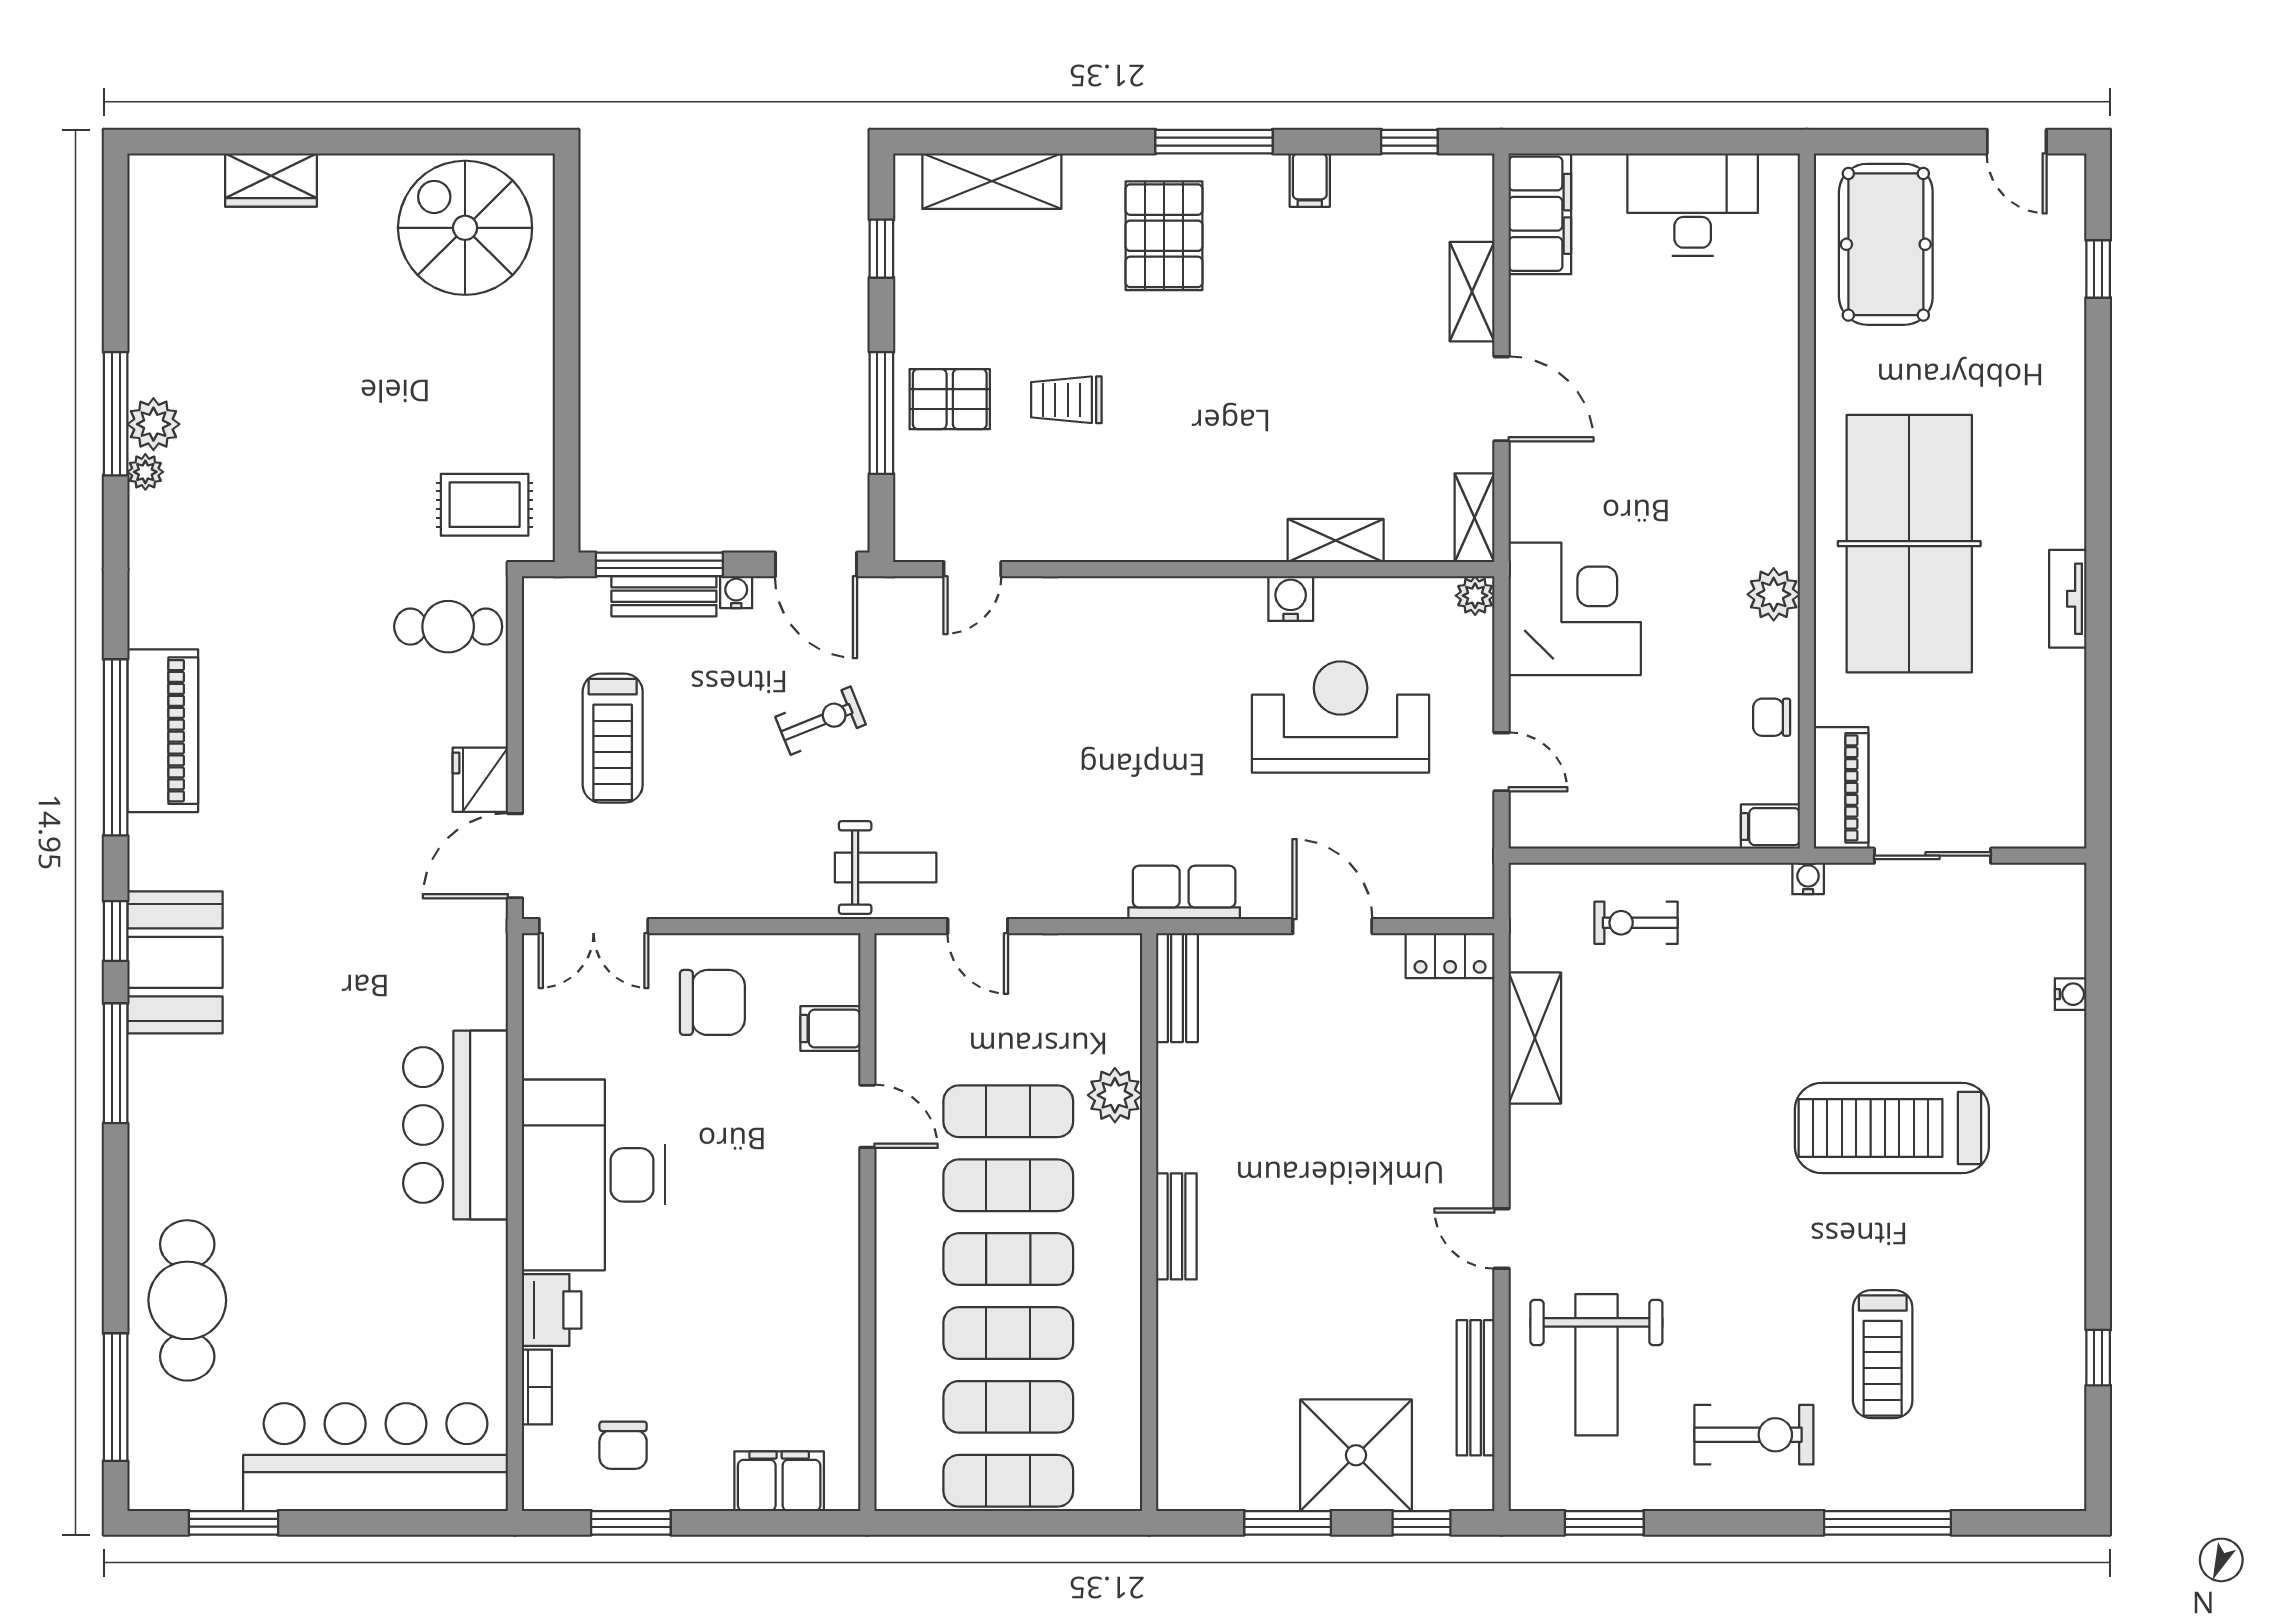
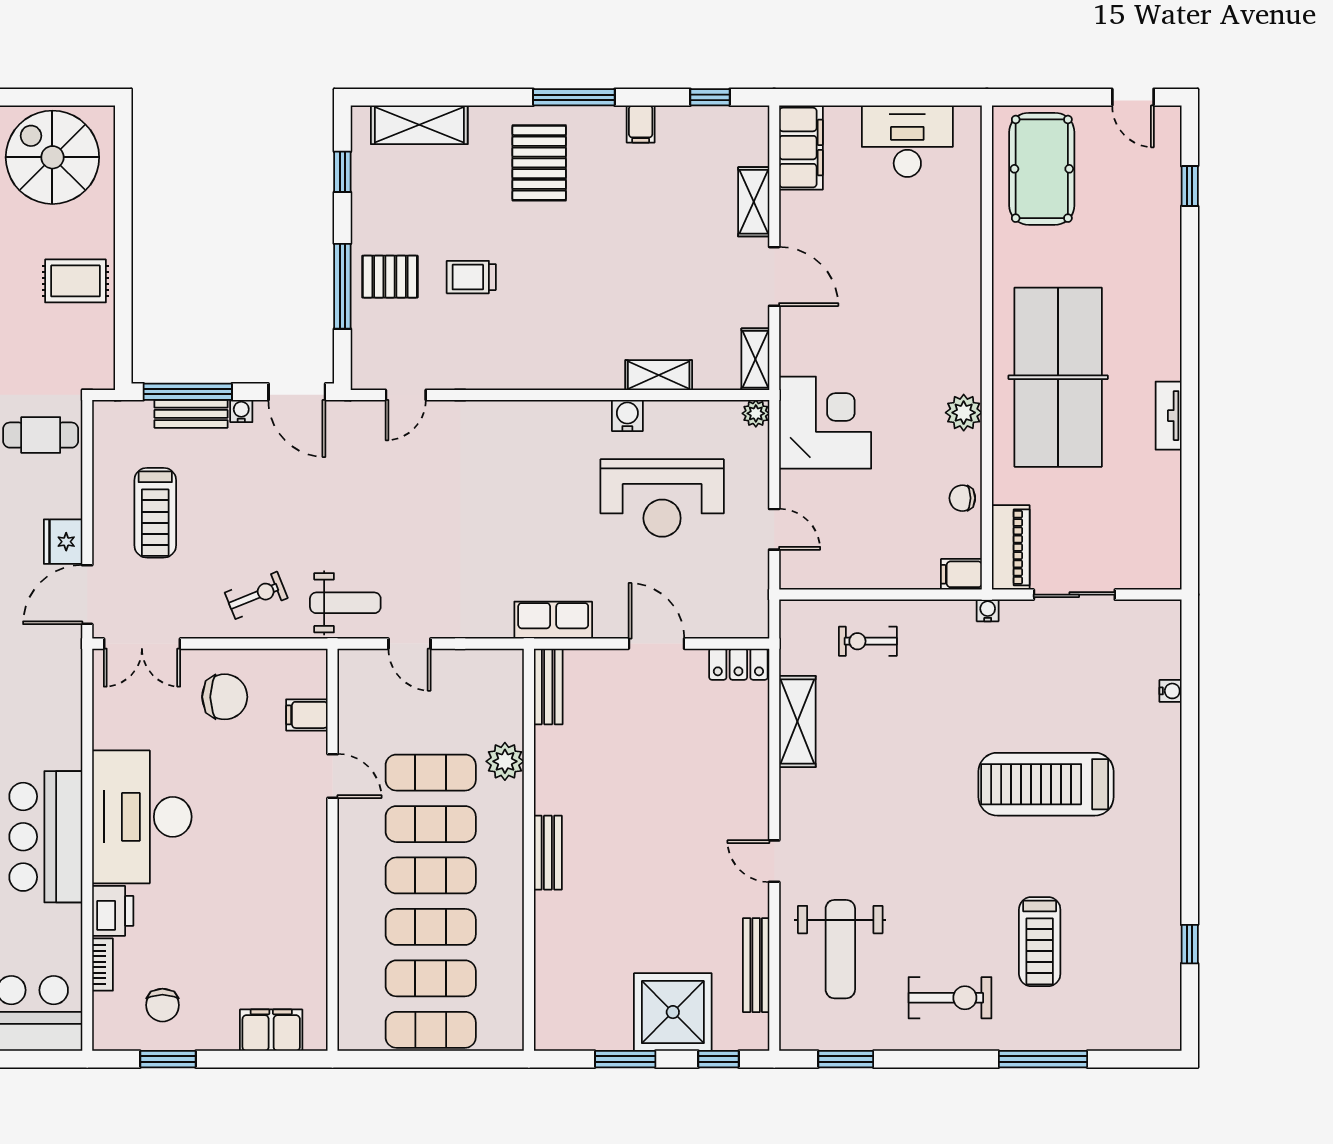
rug: (485, 505) -> (75, 281), moved
reception desk: (1341, 717) -> (662, 498), turned 180
exercise bike: (821, 721) -> (256, 595), moved
bar counter: (455, 1125) -> (46, 837), moved

